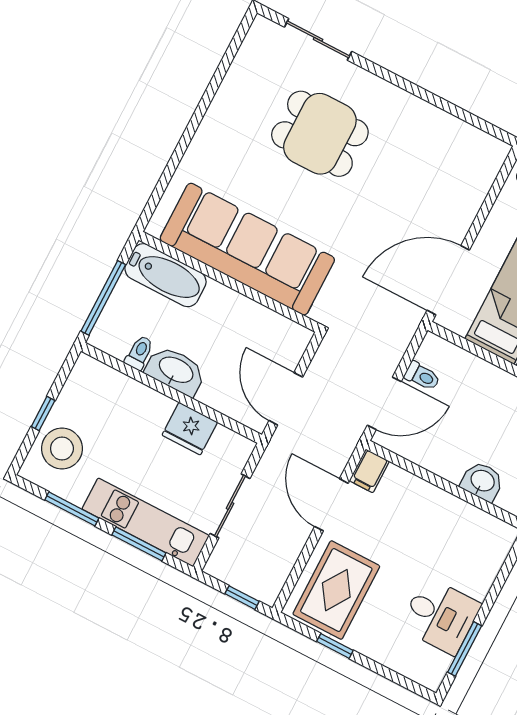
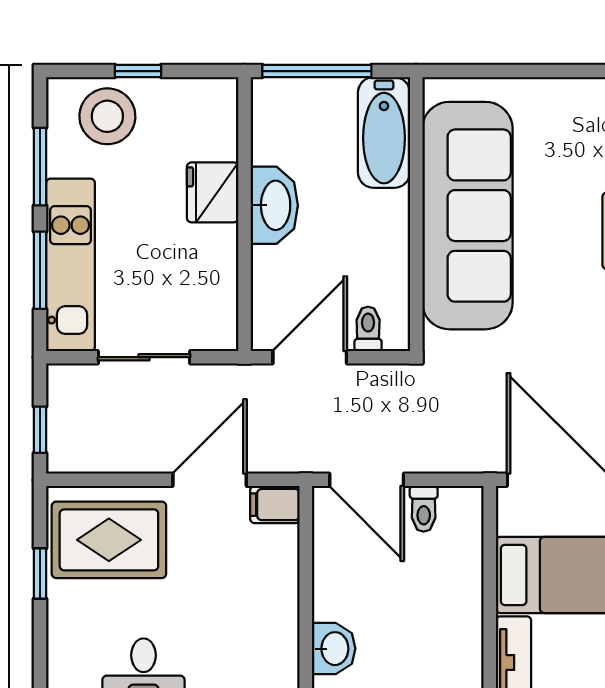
toilet: (139, 353) -> (368, 329), moved, turned -90
fridge: (190, 429) -> (213, 192), moved

